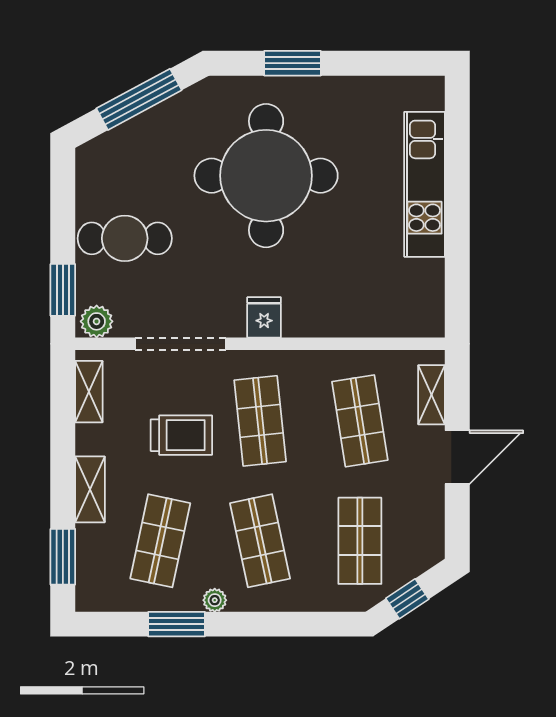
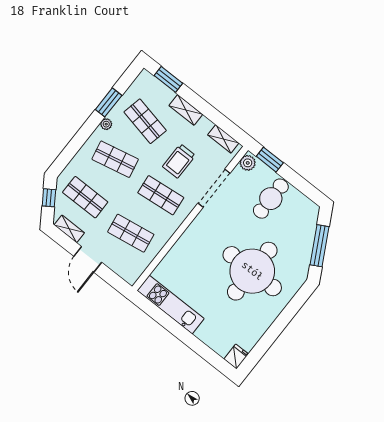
window: (293, 63) -> (287, 315), removed
kitchen unit: (425, 184) -> (171, 305), moved
fridge: (264, 317) -> (236, 356), moved, turned -90
shelving: (432, 395) -> (69, 229), moved

